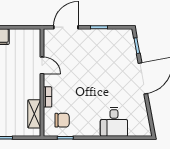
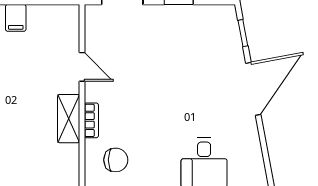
shelving: (34, 114) -> (69, 119), moved

